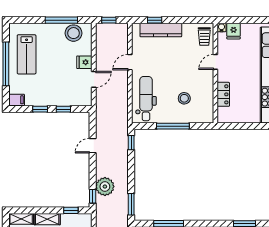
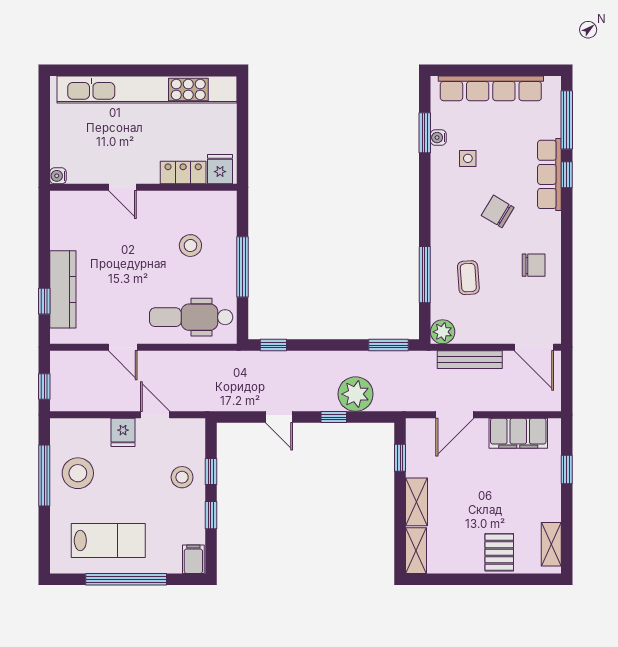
fridge: (234, 31) -> (220, 169), moved, turned -90
stool: (74, 33) -> (78, 473), moved
trolley: (204, 36) -> (75, 208), removed
stool: (60, 94) -> (182, 477), added
window: (93, 196) -> (334, 417), moved

